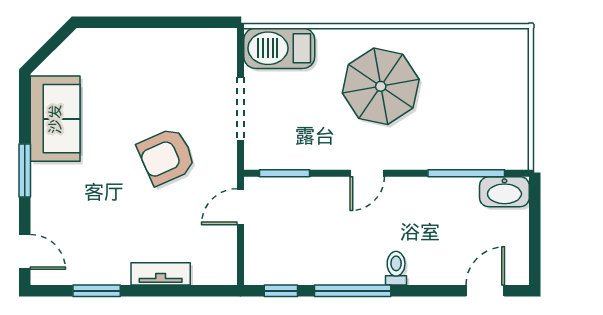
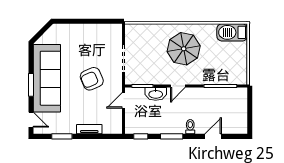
barbecue: (279, 48) -> (232, 32), moved
sofa: (55, 119) -> (47, 78), width x1.85, depth x1.27
washbasin: (504, 192) -> (156, 94), moved
window: (353, 291) -> (172, 136), width x0.69
door: (485, 291) -> (213, 136), moved

